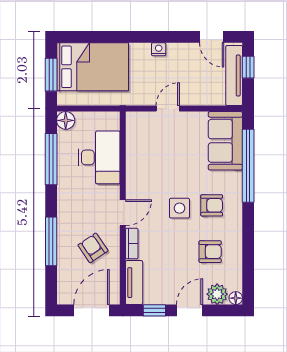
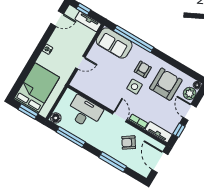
tv unit: (234, 75) -> (88, 21), width x0.71
door: (168, 109) -> (80, 63), swing flipped
armchair: (210, 252) -> (166, 84), width x1.88, depth x1.88

